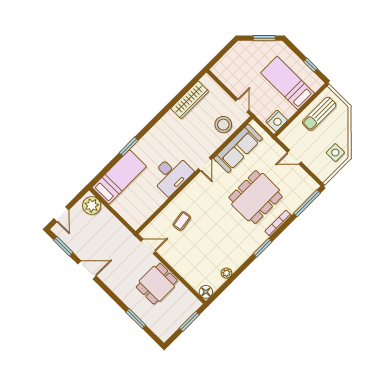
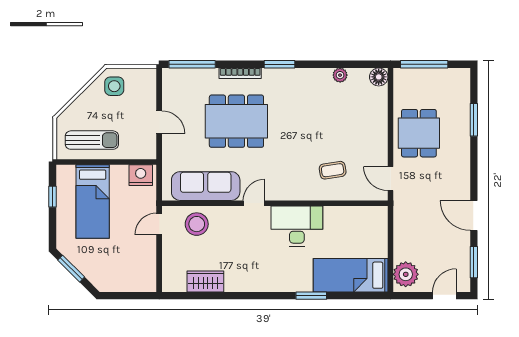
wardrobe: (190, 100) -> (205, 281), width x0.67
dining table: (157, 284) -> (419, 133), turned 90
window: (189, 321) -> (424, 64), width x1.44

